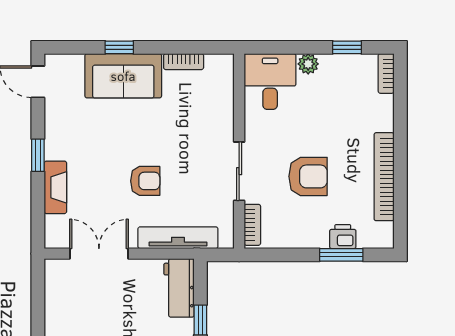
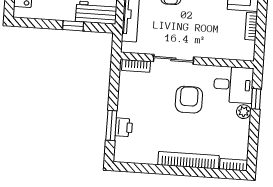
window: (347, 47) -> (256, 99), moved
armchair: (308, 176) -> (189, 100), moved, turned 180
bookcase: (384, 177) -> (188, 160), moved

